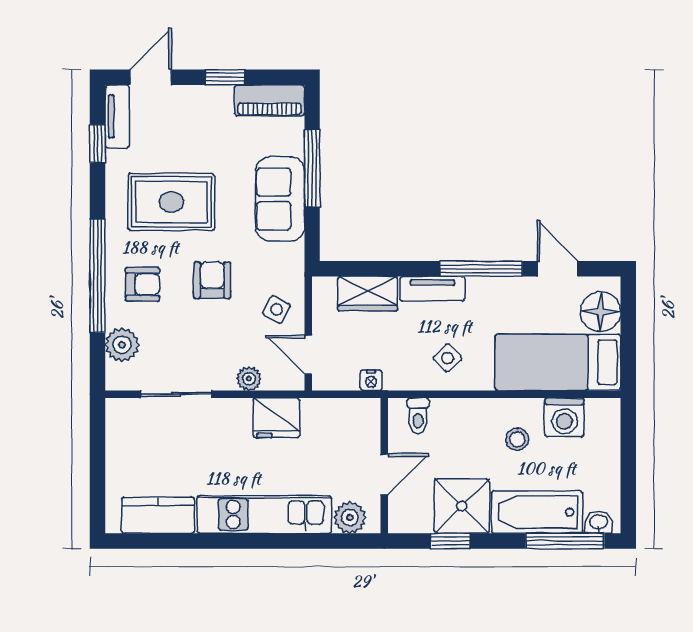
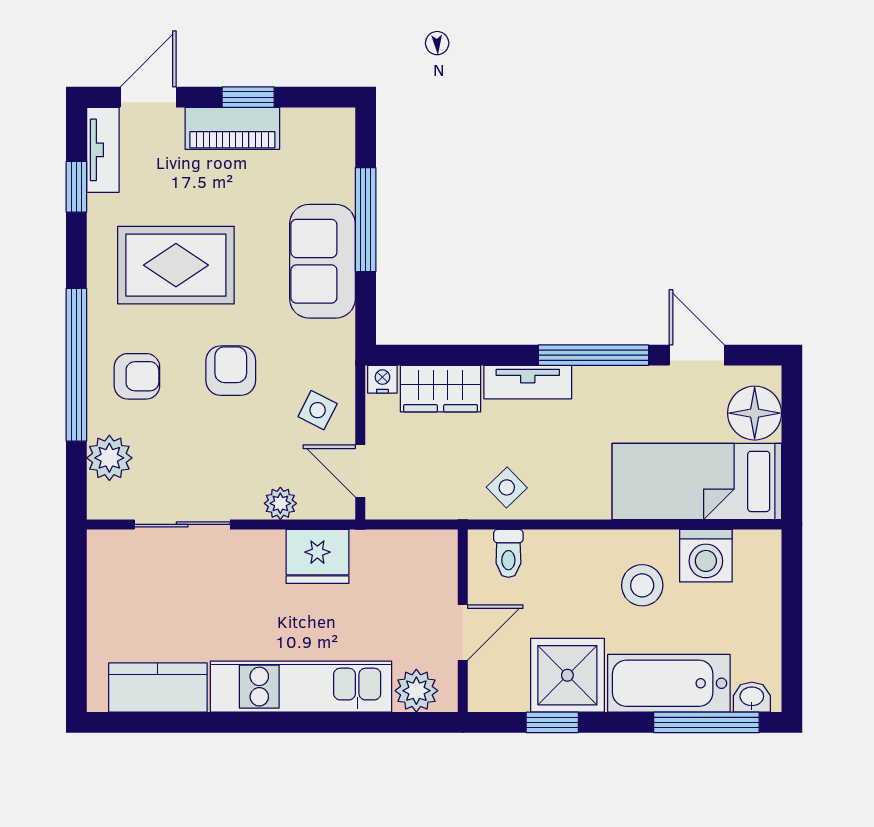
piano: (270, 100) -> (232, 128), moved
side table: (448, 358) -> (507, 487), moved
nightstand: (371, 380) -> (382, 379), moved, turned 180
stool: (517, 439) -> (642, 585), width x1.37, depth x1.37

